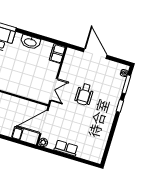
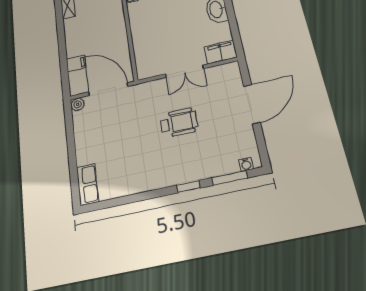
double door: (54, 90) -> (184, 71), moved
wheelchair: (84, 94) -> (179, 123), turned 180
row of seats: (66, 148) -> (87, 184), moved

